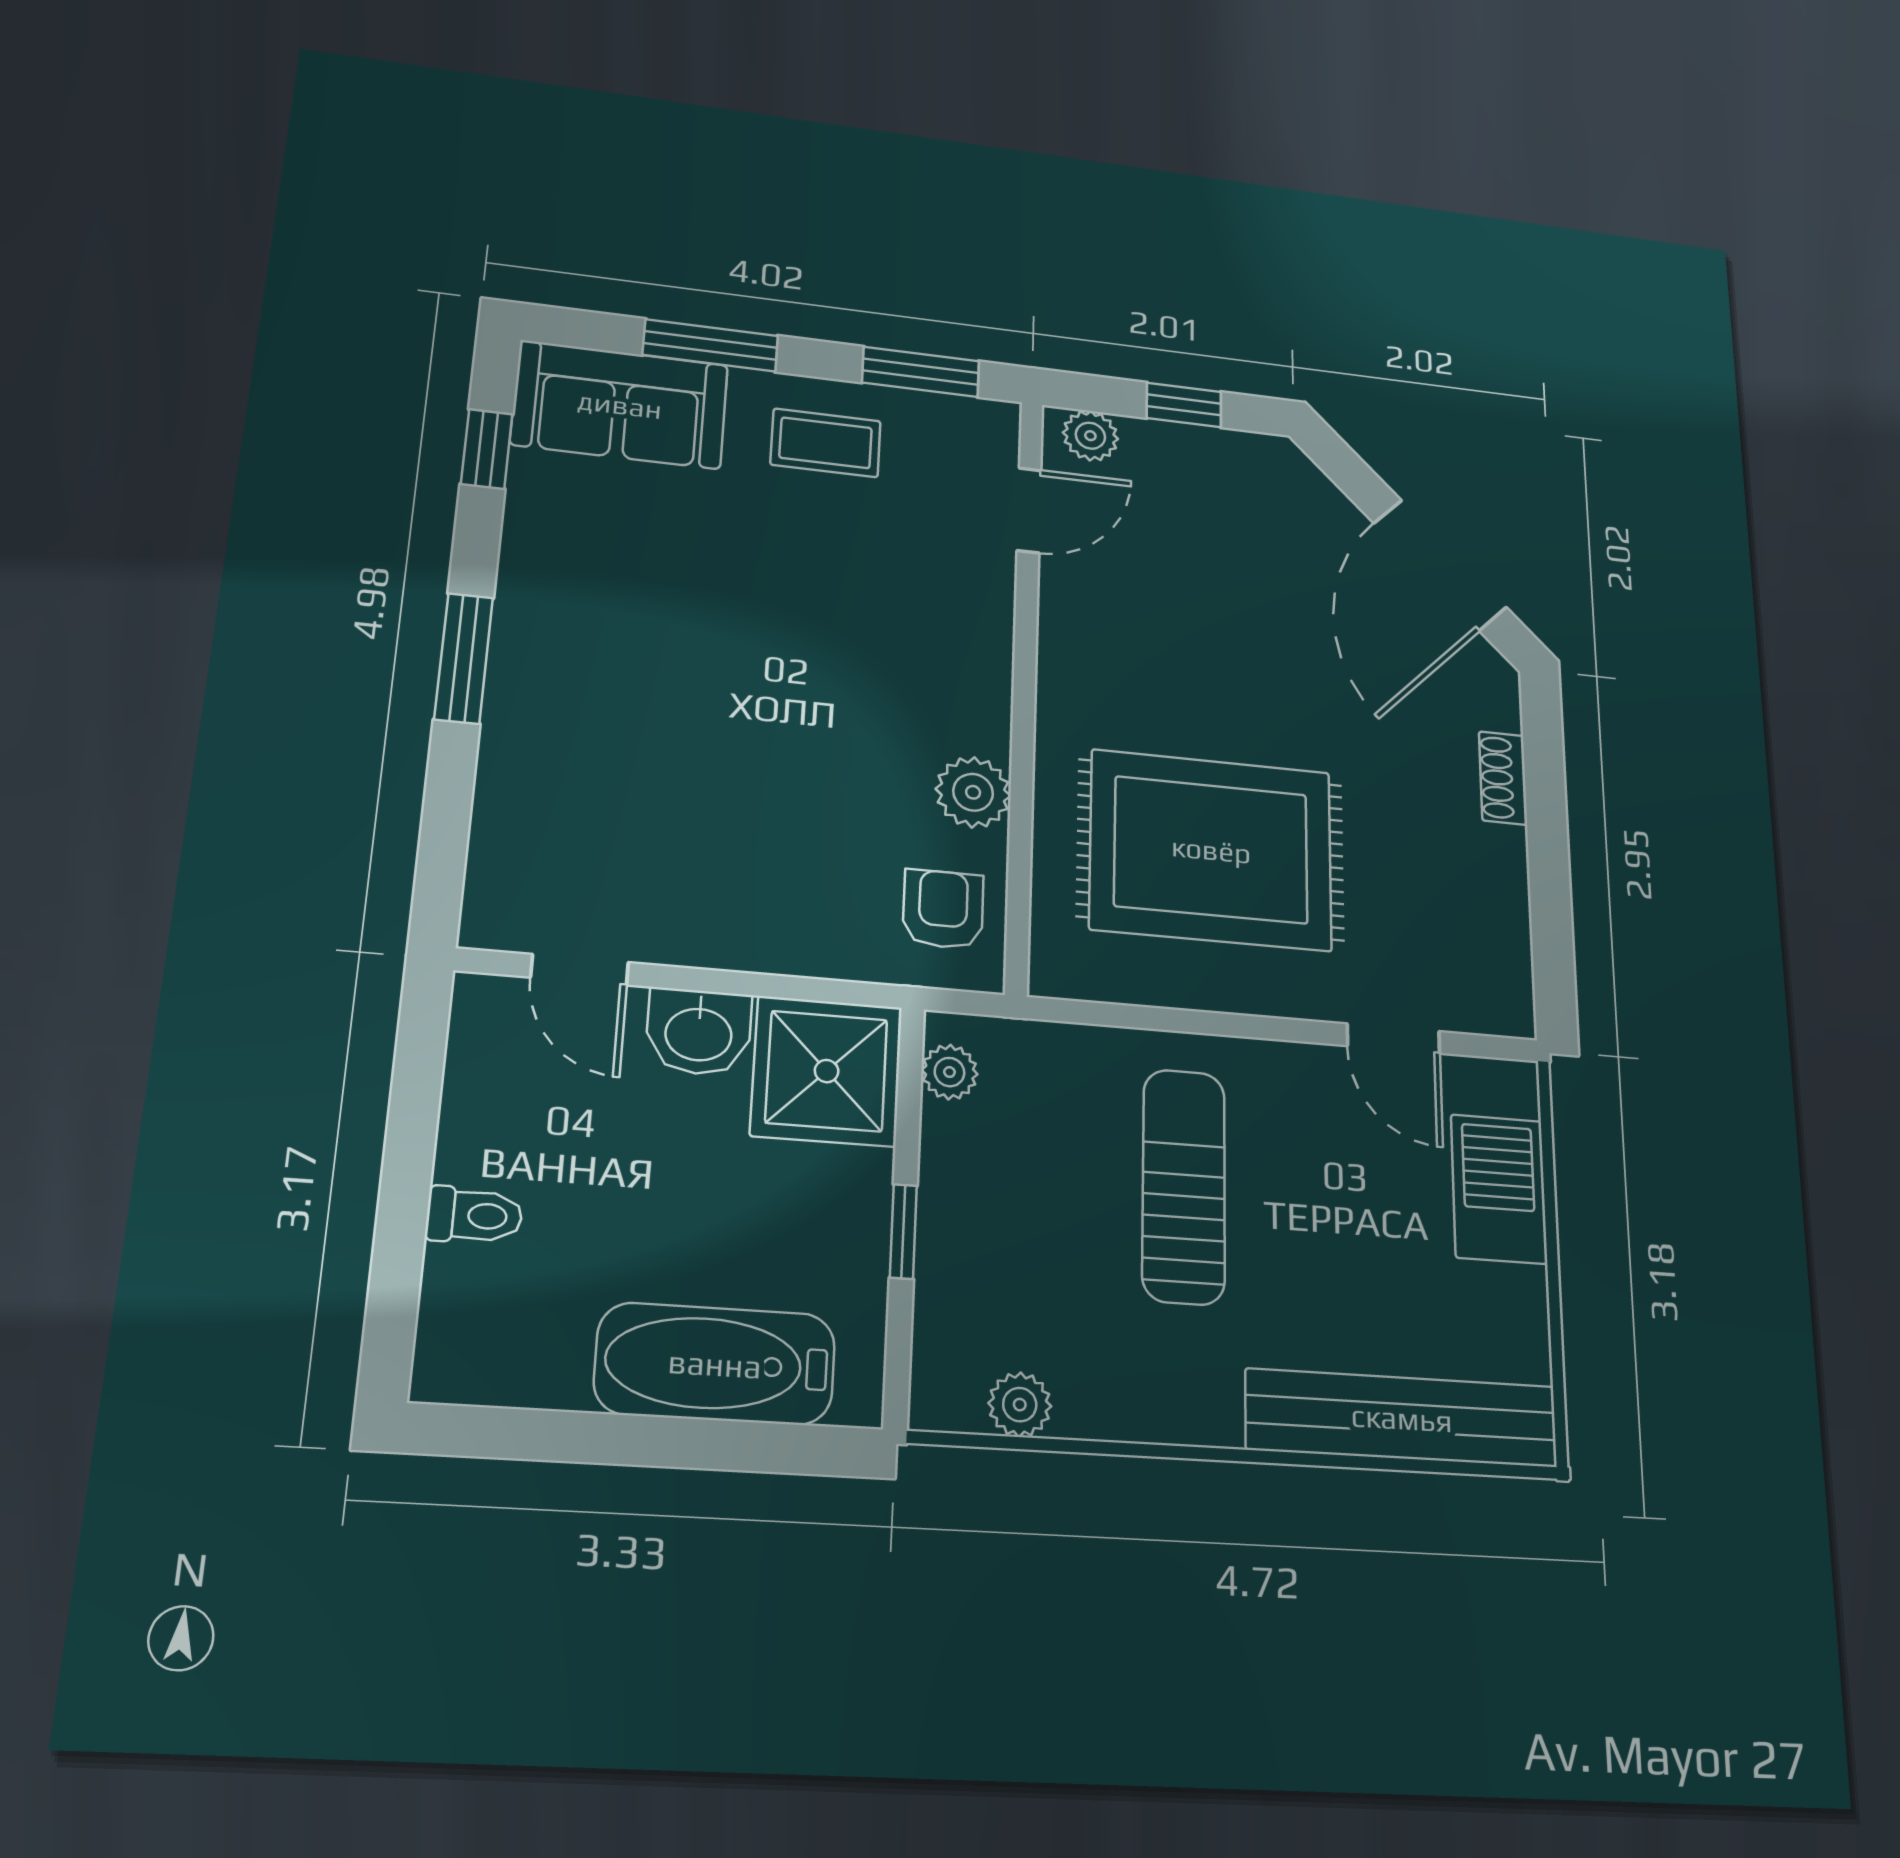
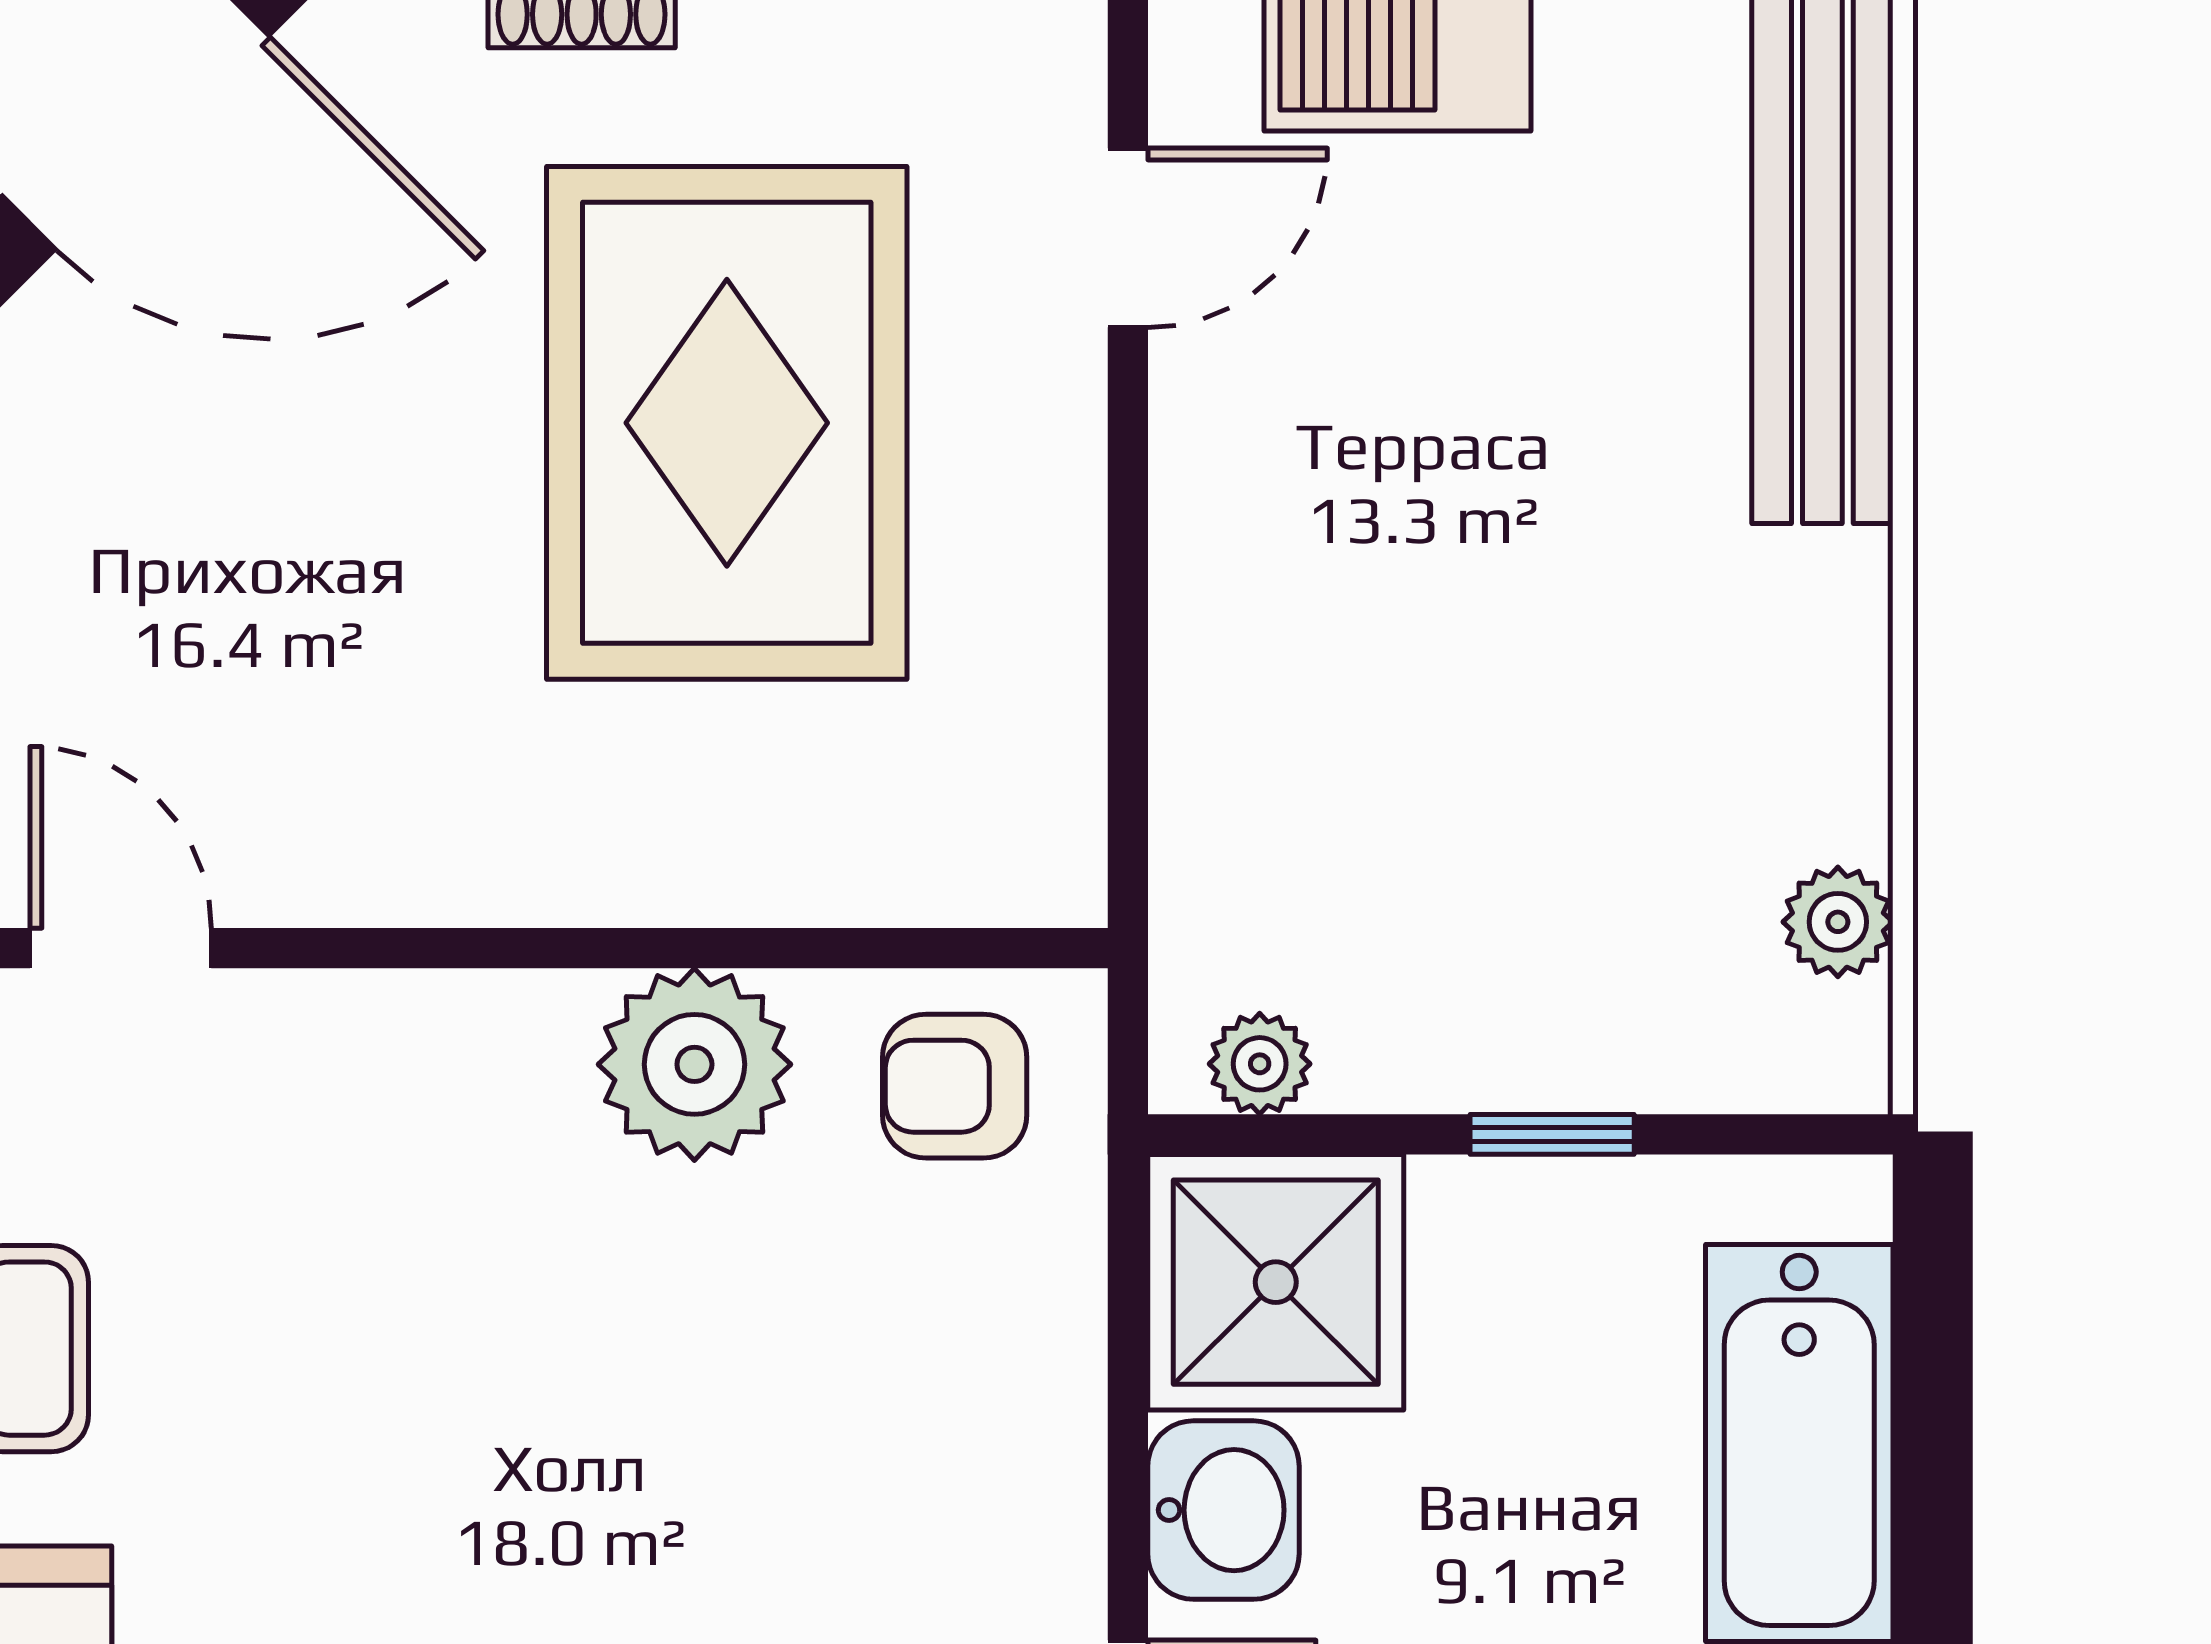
plant: (973, 792) -> (694, 1064), width x1.36, depth x1.36
rug: (1211, 850) -> (727, 423), moved
sun lounger: (1184, 1186) -> (1435, 635), removed

